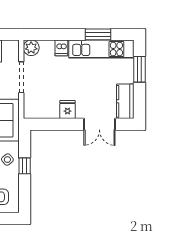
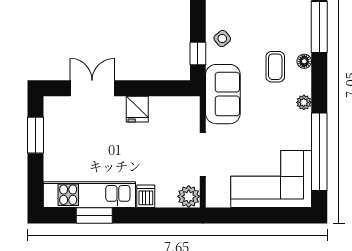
window: (140, 69) -> (35, 135), moved
kitchen counter: (125, 101) -> (56, 121), removed
window: (25, 166) -> (198, 53), moved

